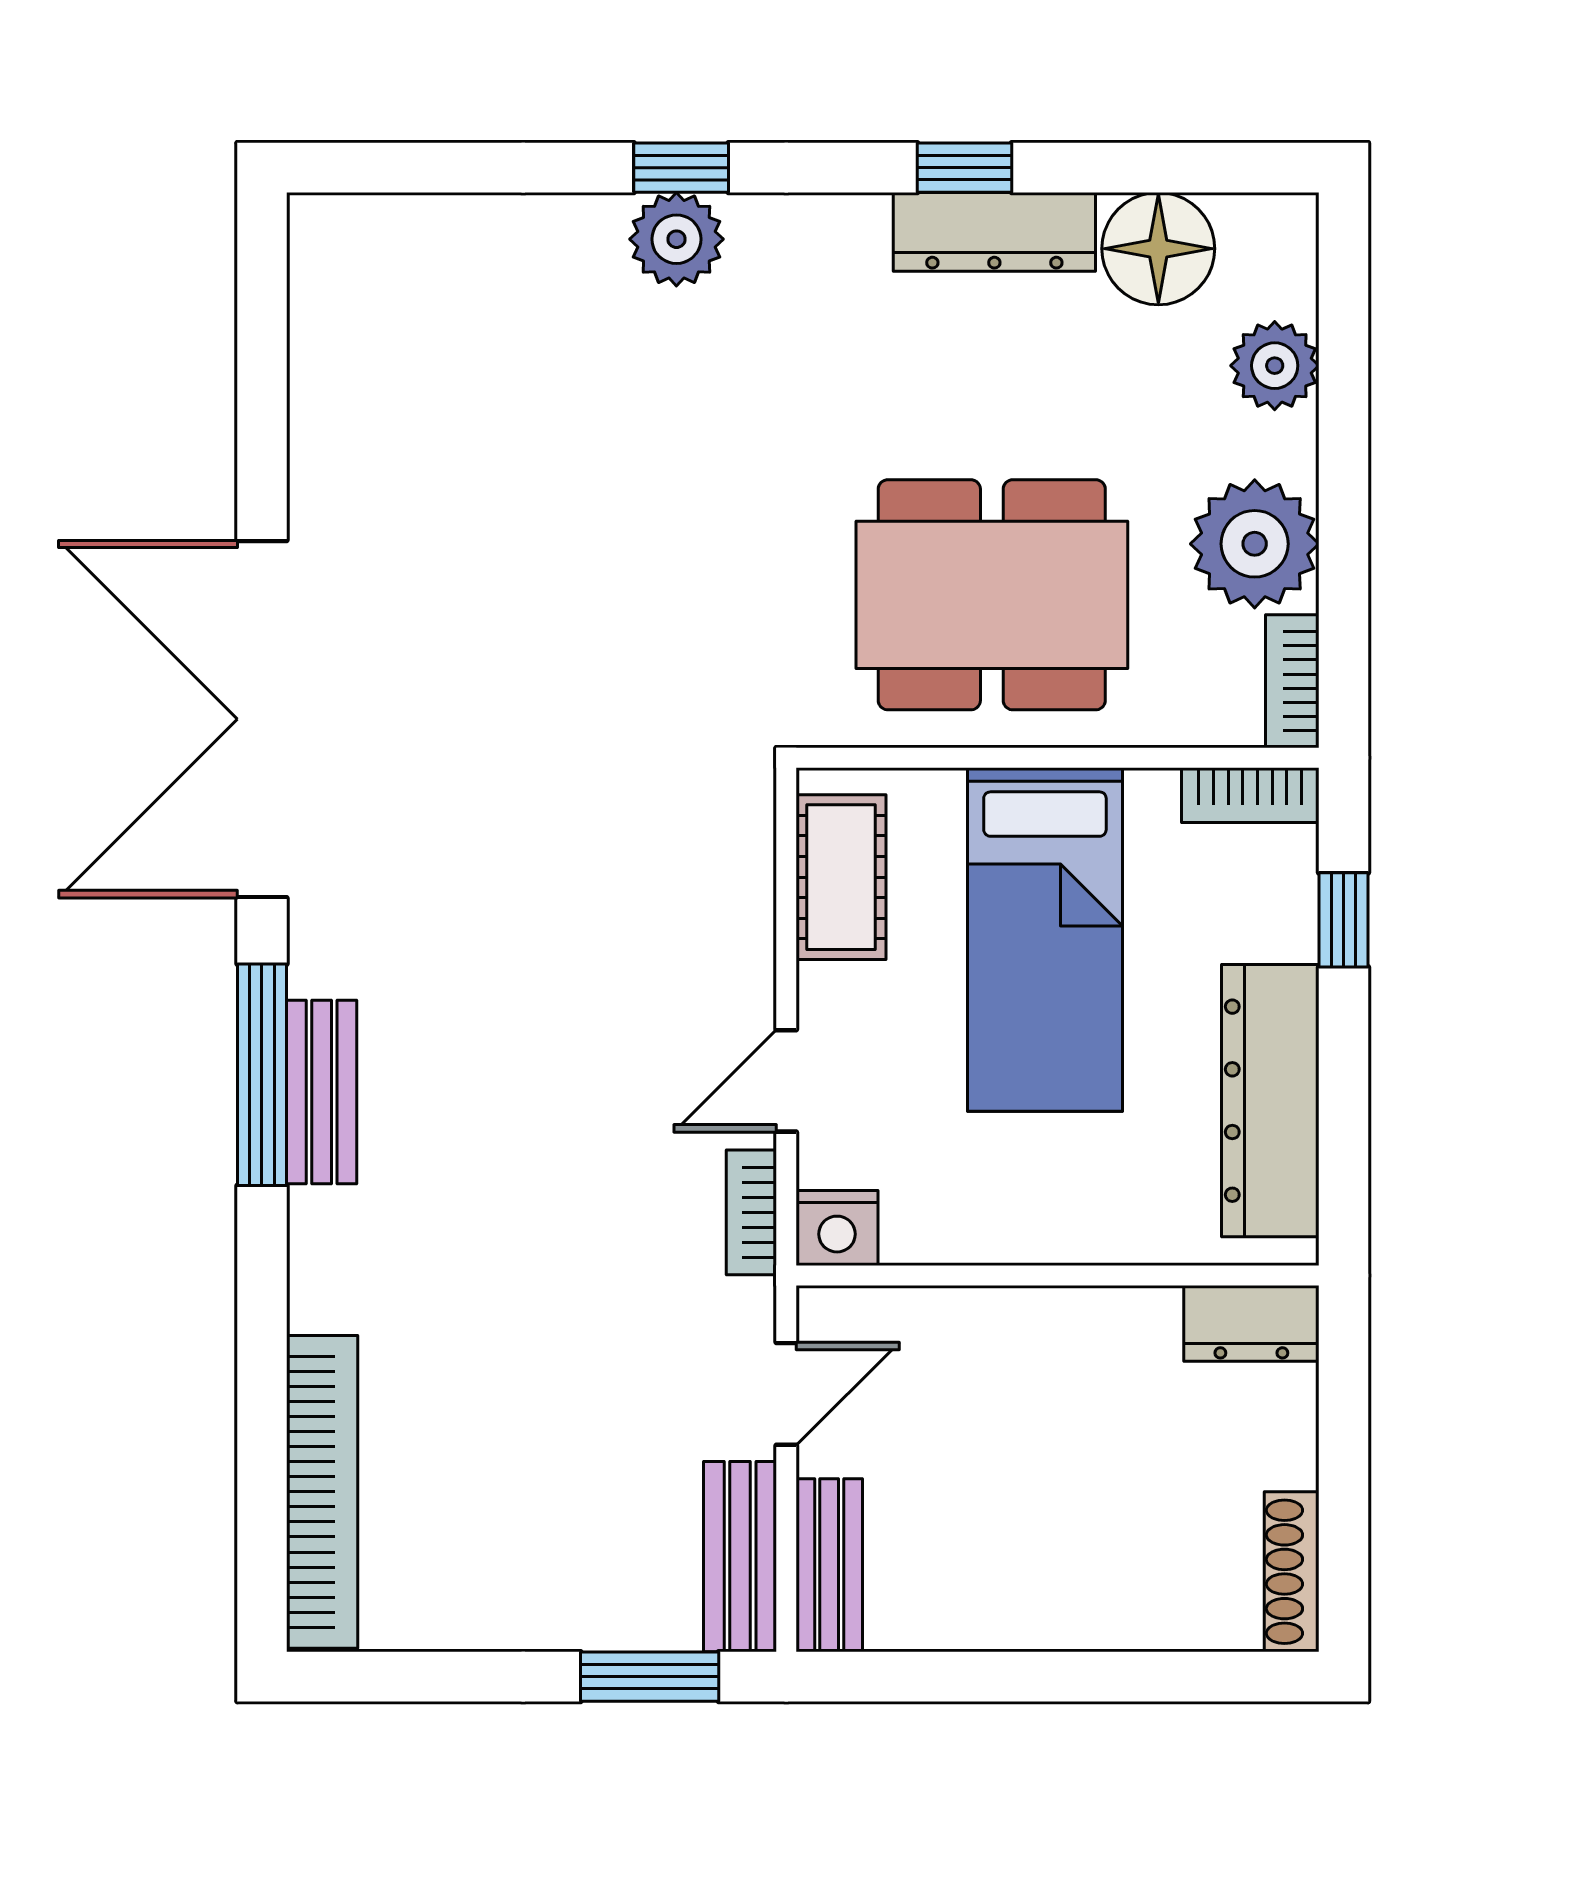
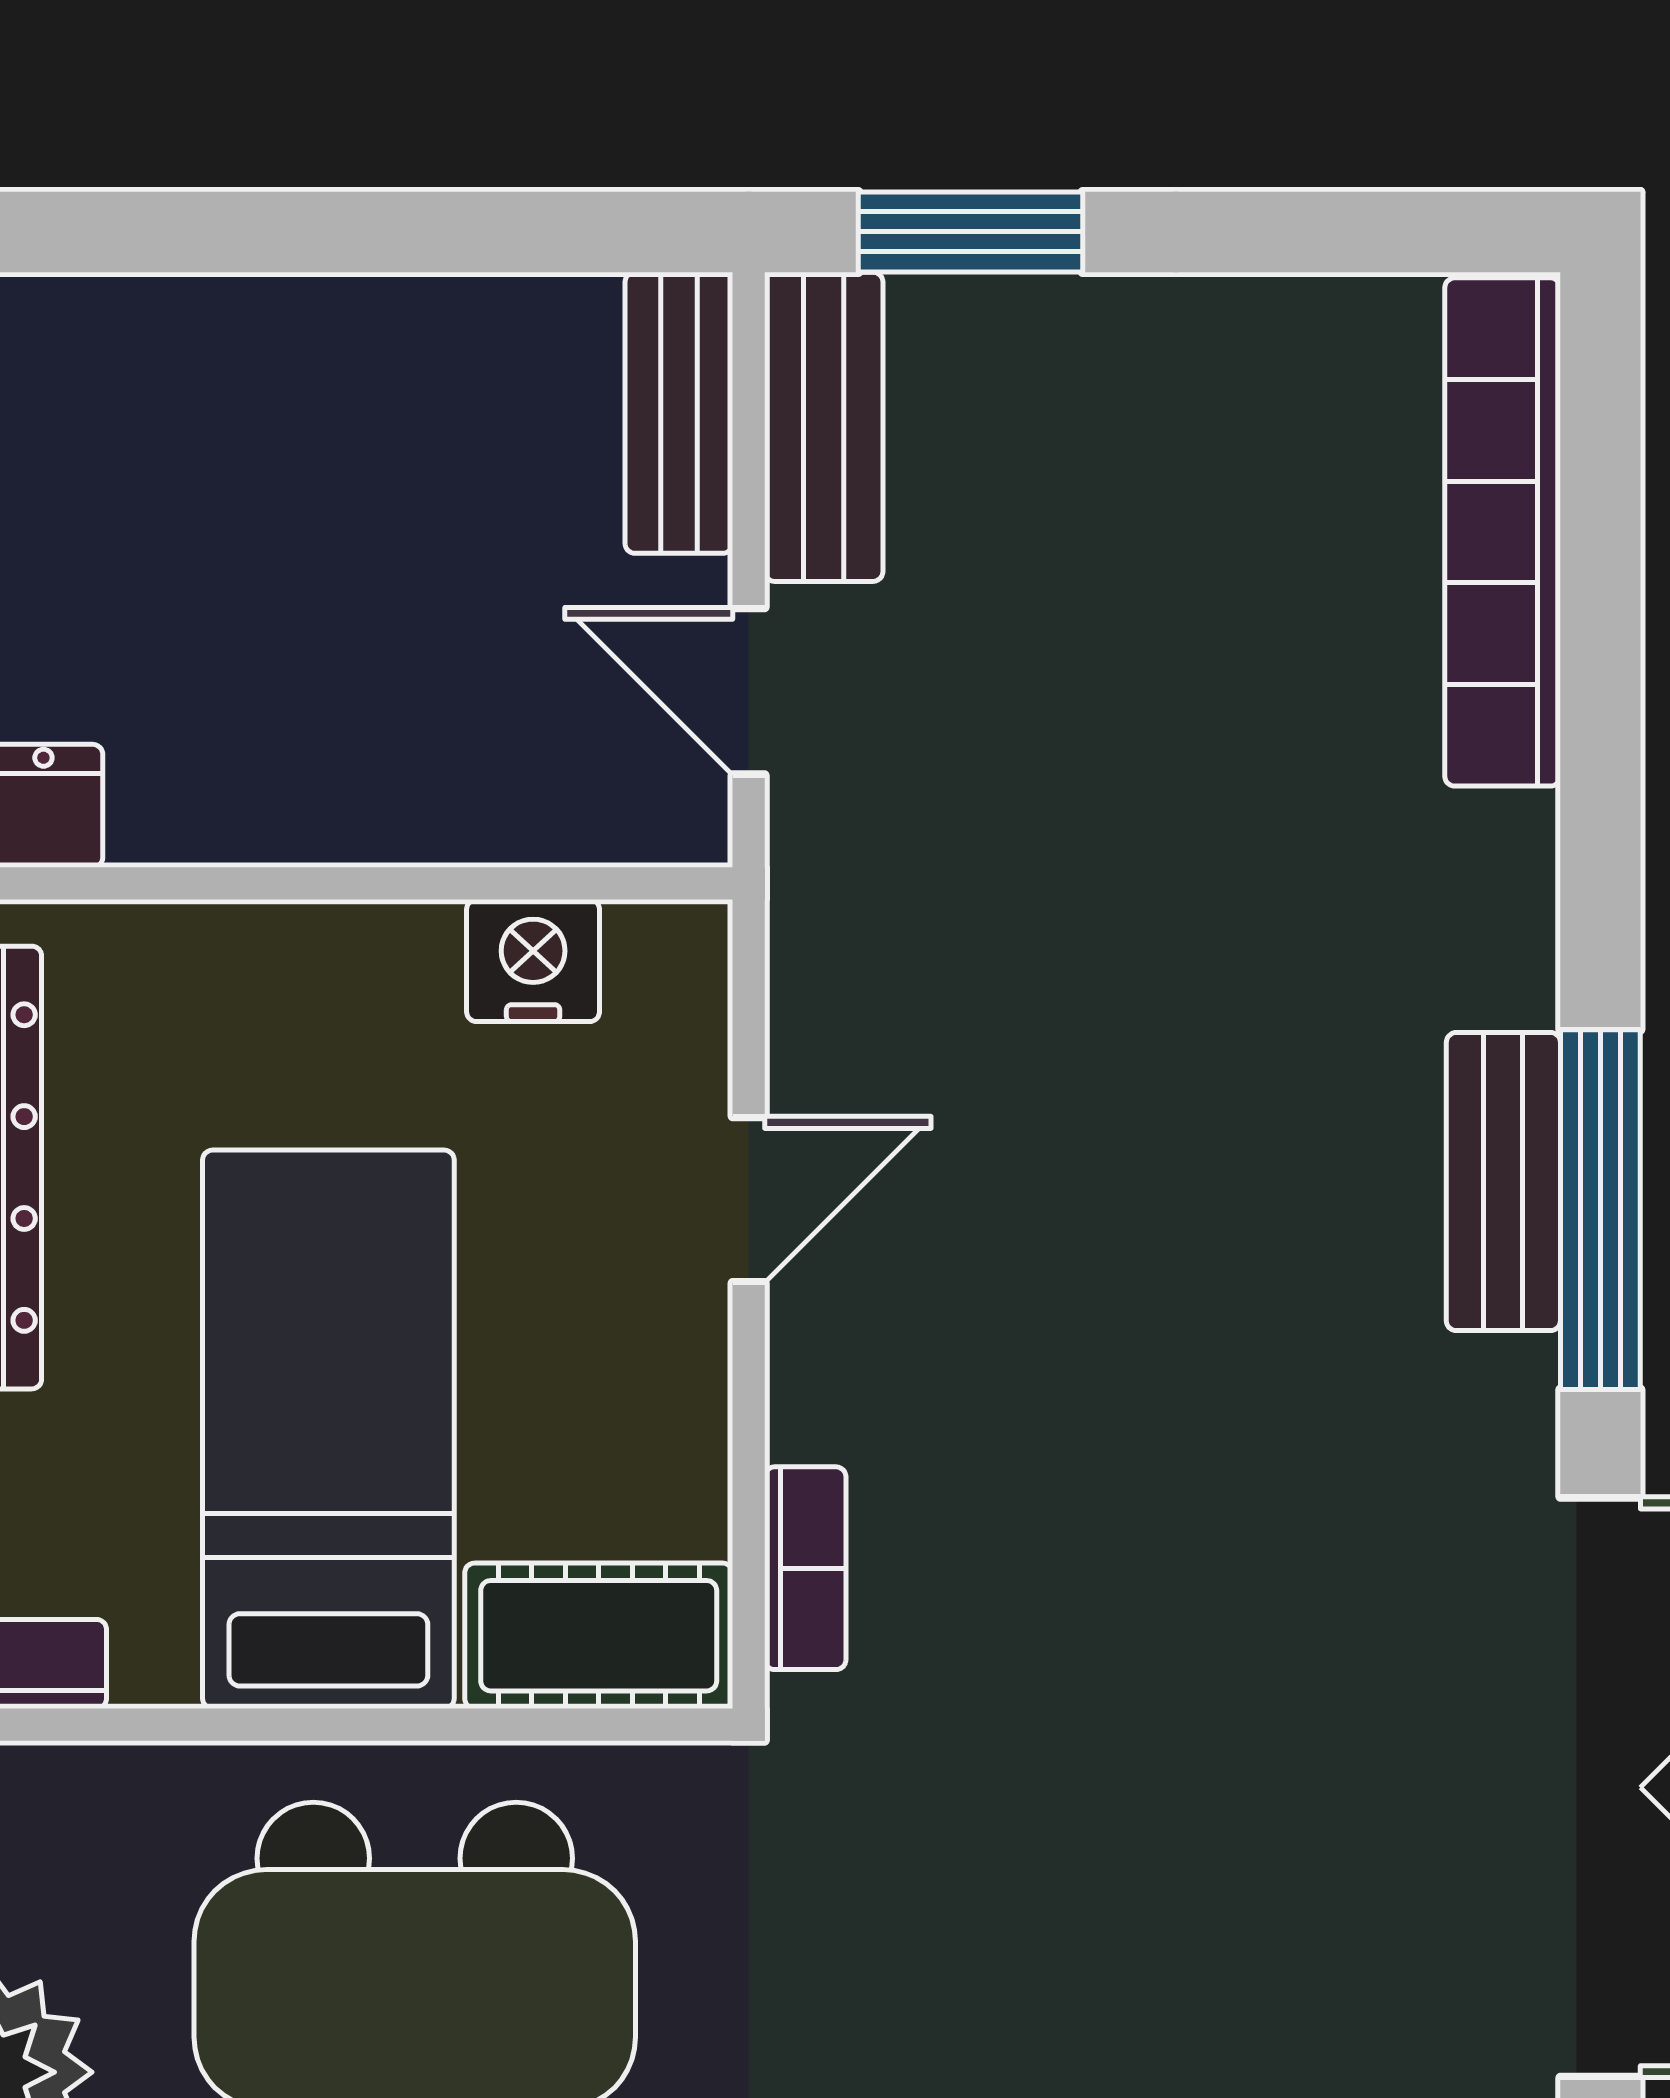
cot: (841, 877) -> (599, 1636), moved, turned 90
bookcase: (751, 1212) -> (805, 1568), moved
nightstand: (837, 1228) -> (533, 961), moved
door: (786, 1394) -> (749, 691), hinge flipped

